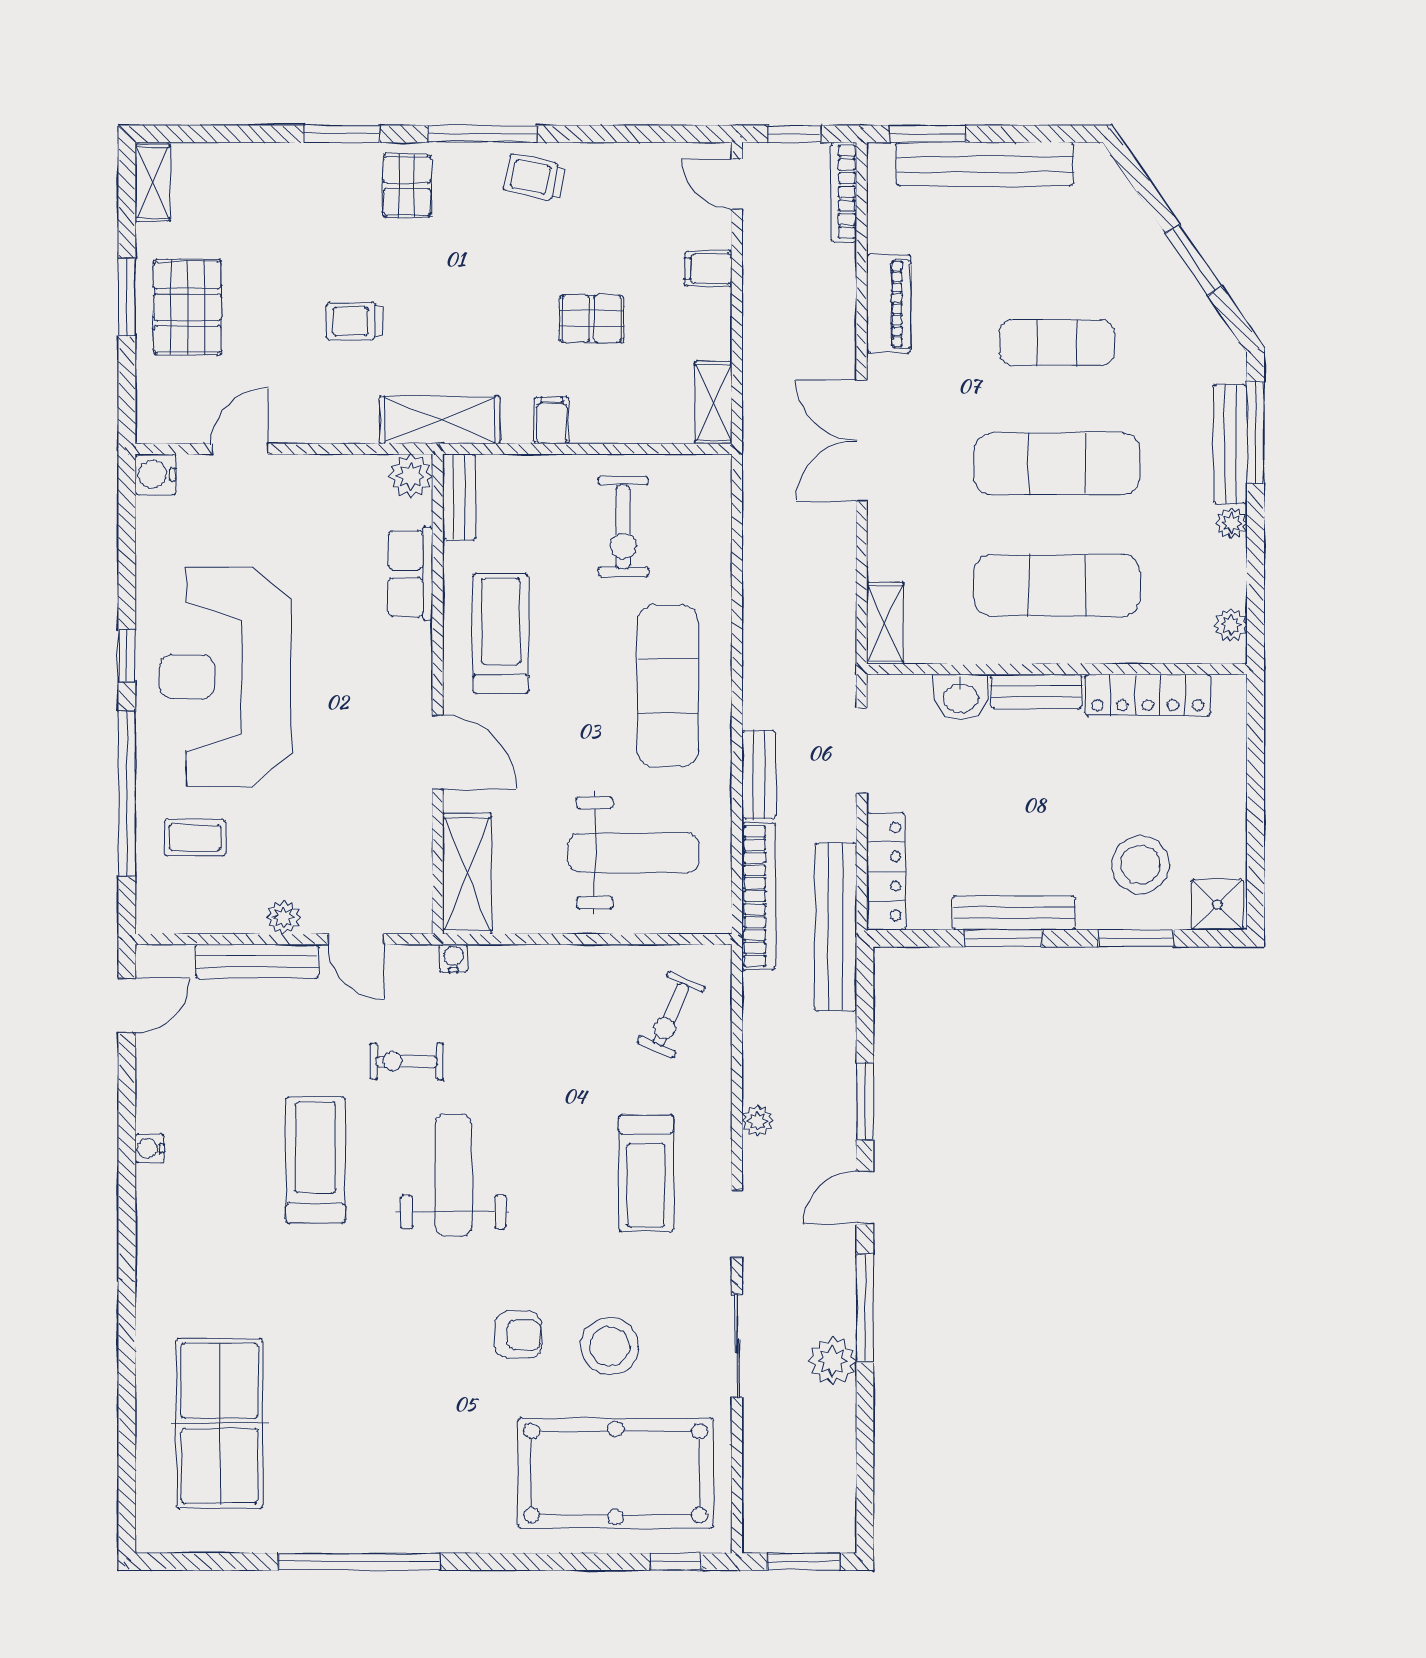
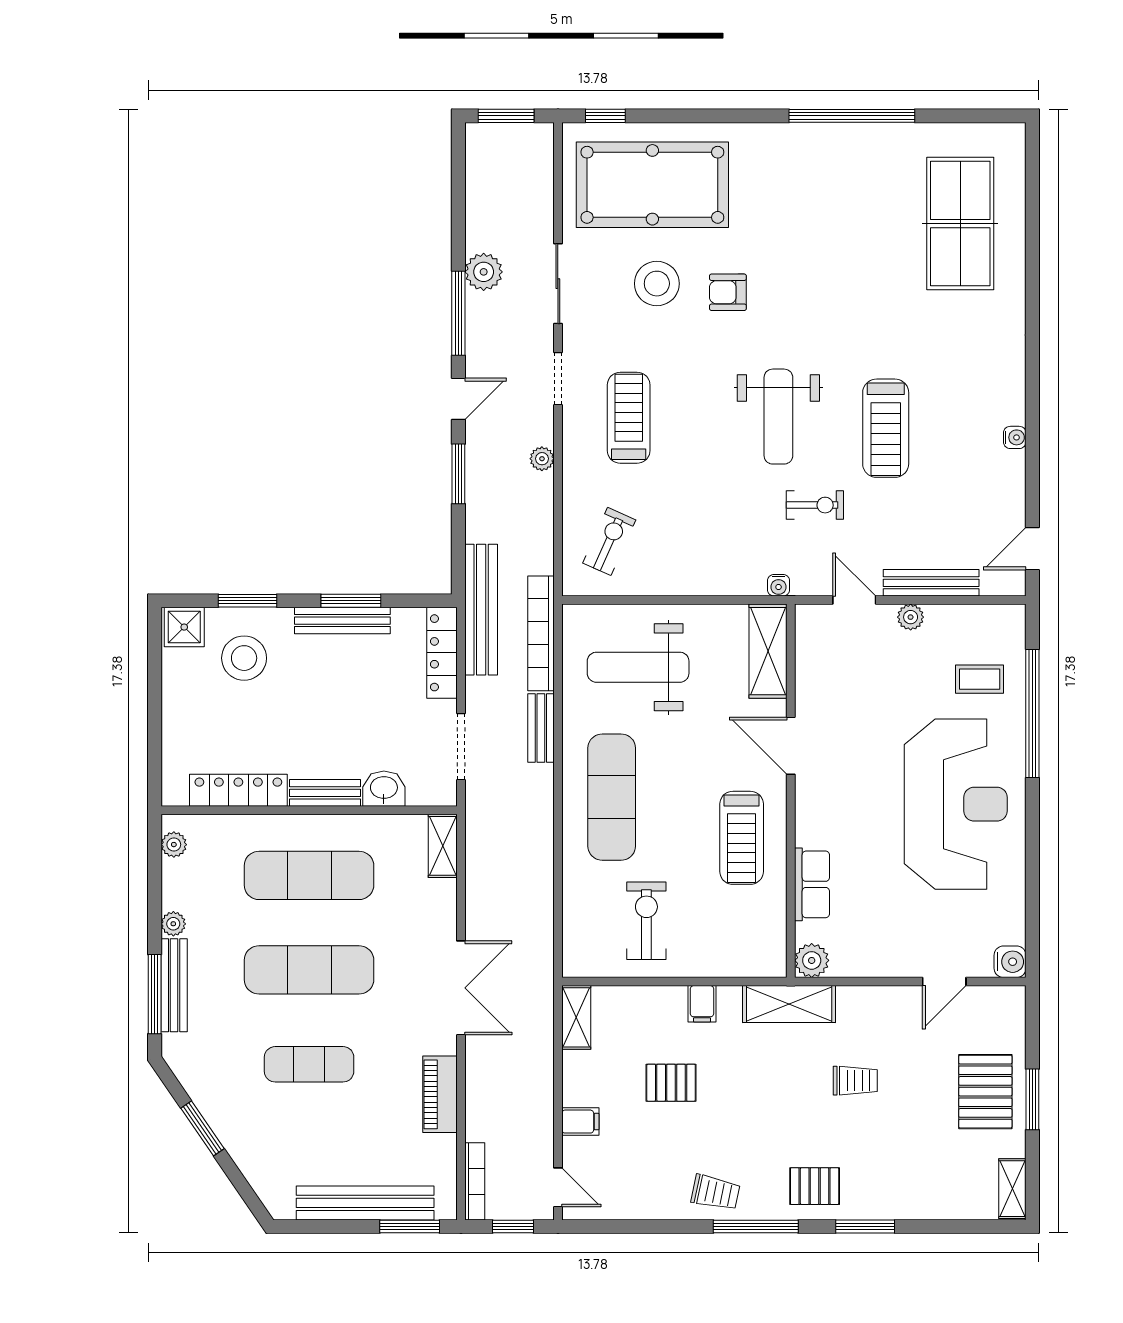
pallet: (407, 186) -> (815, 1186), turned 90
bench: (459, 497) -> (774, 944), removed
window: (127, 656) -> (1032, 821), removed

